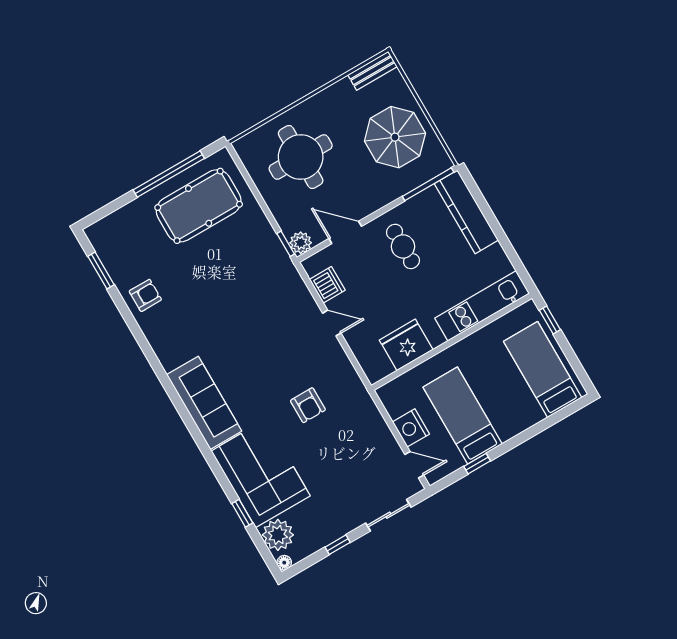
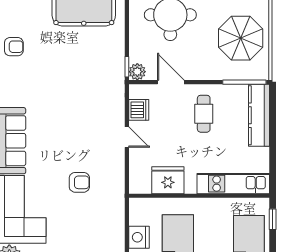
armchair: (308, 405) -> (79, 182), turned -90

